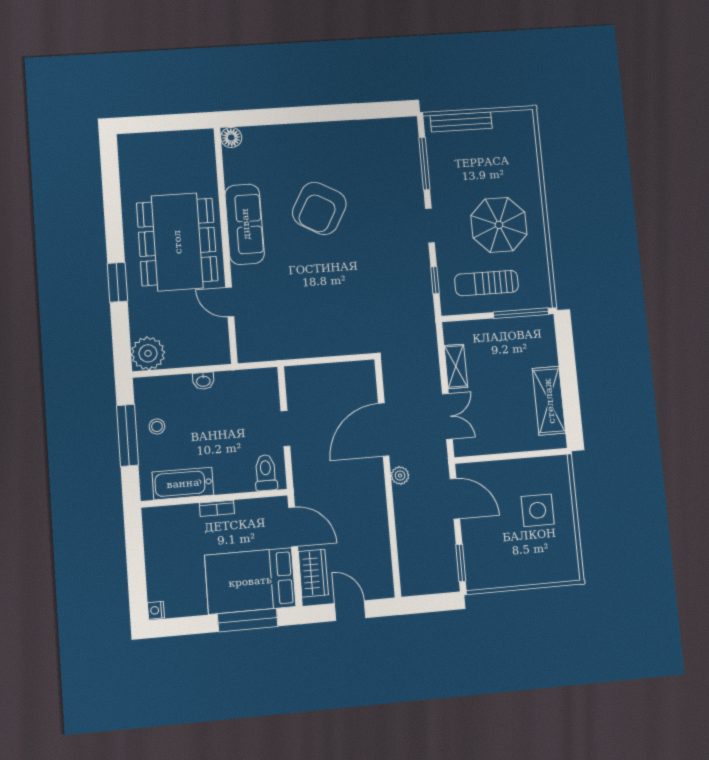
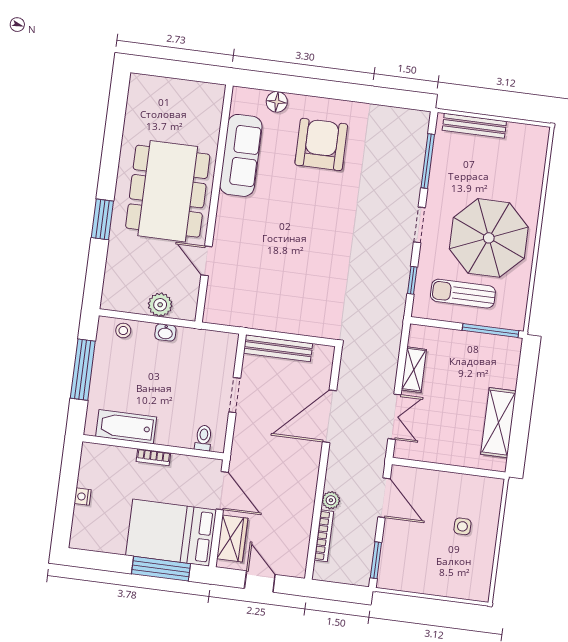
floor lamp: (231, 138) -> (277, 102), moved
armchair: (319, 208) -> (321, 144), moved, turned 151
sofa: (245, 224) -> (241, 155), moved
parasol: (499, 225) -> (489, 238), width x1.36, depth x1.36
plant: (148, 353) -> (160, 305), moved, width x0.73, depth x0.73
bench: (319, 373) -> (278, 348), added
stool: (157, 426) -> (123, 331), moved
toilet: (266, 473) -> (203, 438), width x0.73, depth x0.72
plant: (400, 475) -> (331, 500), moved
side table: (538, 510) -> (462, 526), width x0.54, depth x0.54
bookcase: (404, 550) -> (324, 536), added
nightstand: (156, 610) -> (83, 497), moved

